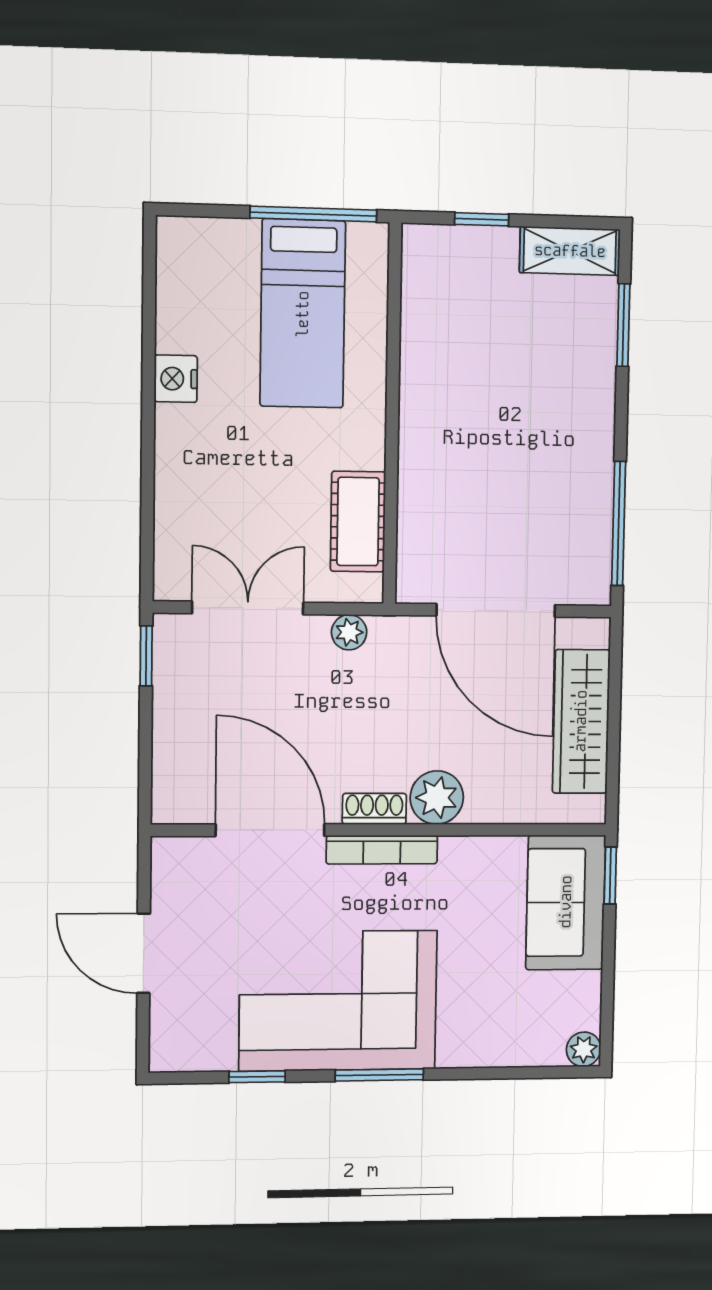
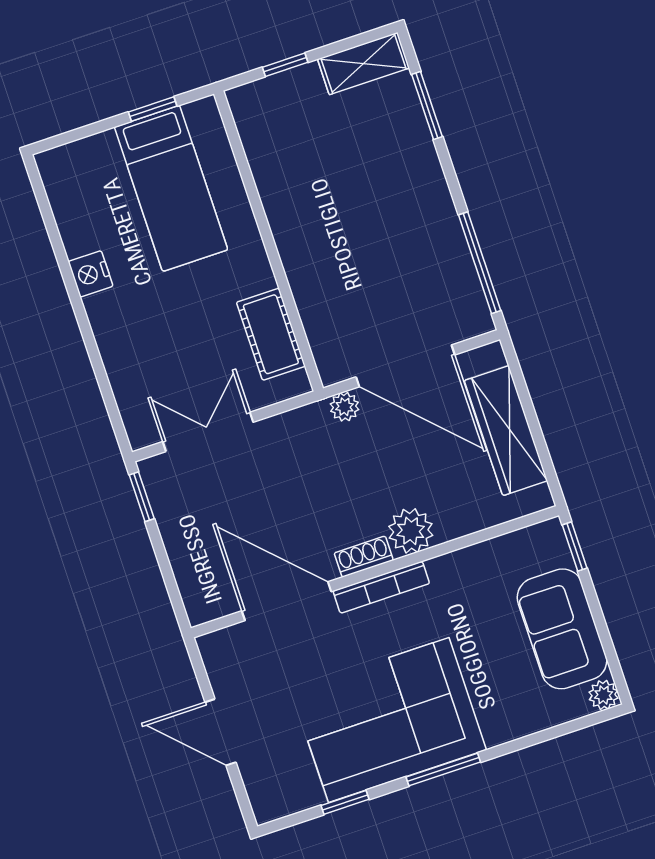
window: (313, 214) -> (153, 109), width x0.46
plant: (349, 632) -> (345, 407), moved
sofa: (566, 902) -> (562, 629), moved

